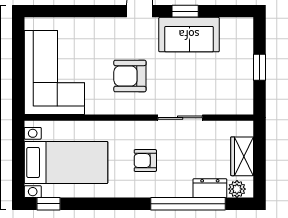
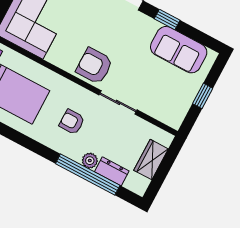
sofa: (189, 35) -> (179, 50), moved
armchair: (130, 76) -> (94, 66), moved
plant: (237, 189) -> (90, 161), moved

